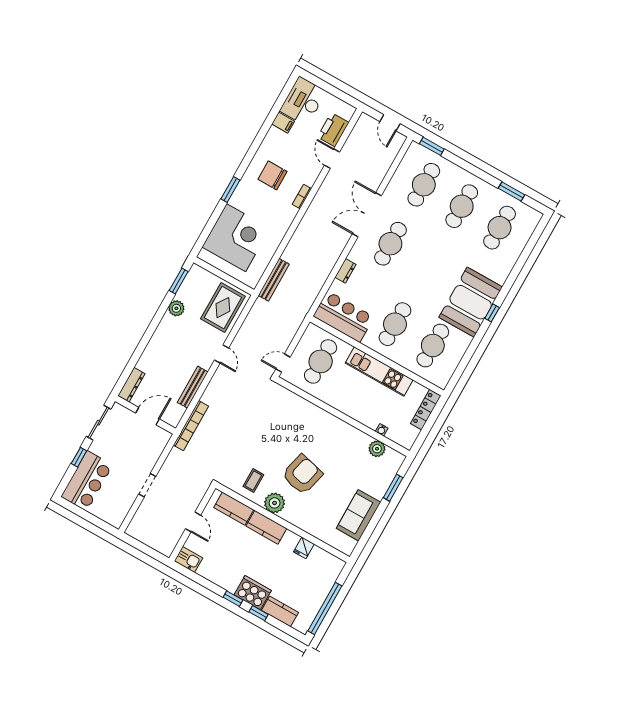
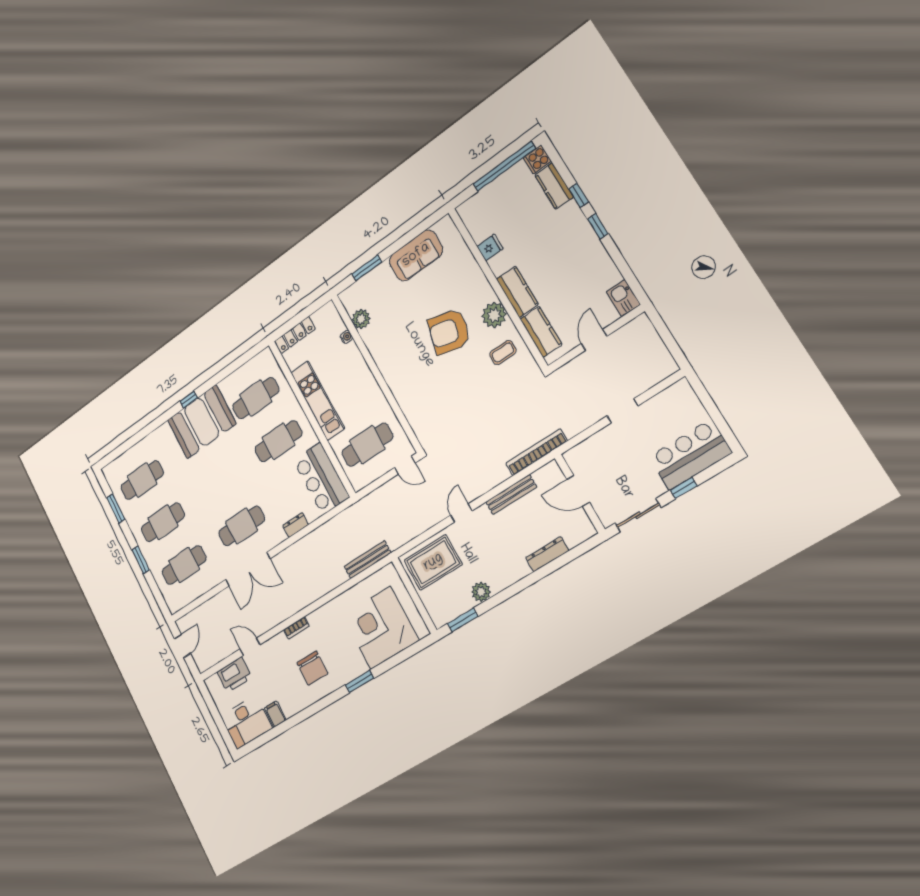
window: (432, 146) -> (141, 560), moved
door: (332, 159) -> (250, 647), swing flipped
dresser: (131, 385) -> (547, 554), moved
cooker: (253, 593) -> (537, 159), moved, width x0.53, depth x0.76

